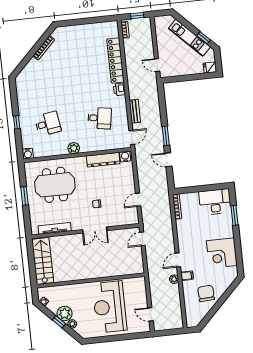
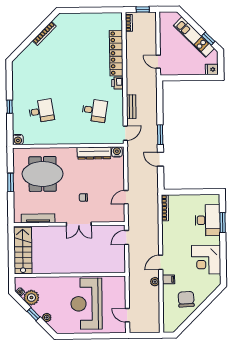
plant: (74, 148) -> (65, 138), removed
desk: (215, 202) -> (208, 220), moved, turned 90
plant: (65, 314) -> (31, 298), moved

